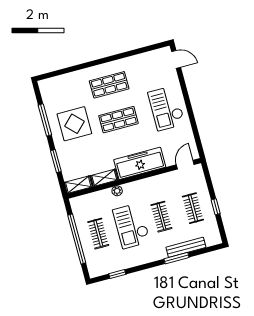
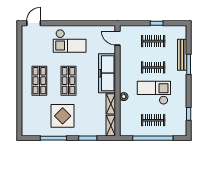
checkout: (131, 226) -> (154, 93), turned 180

